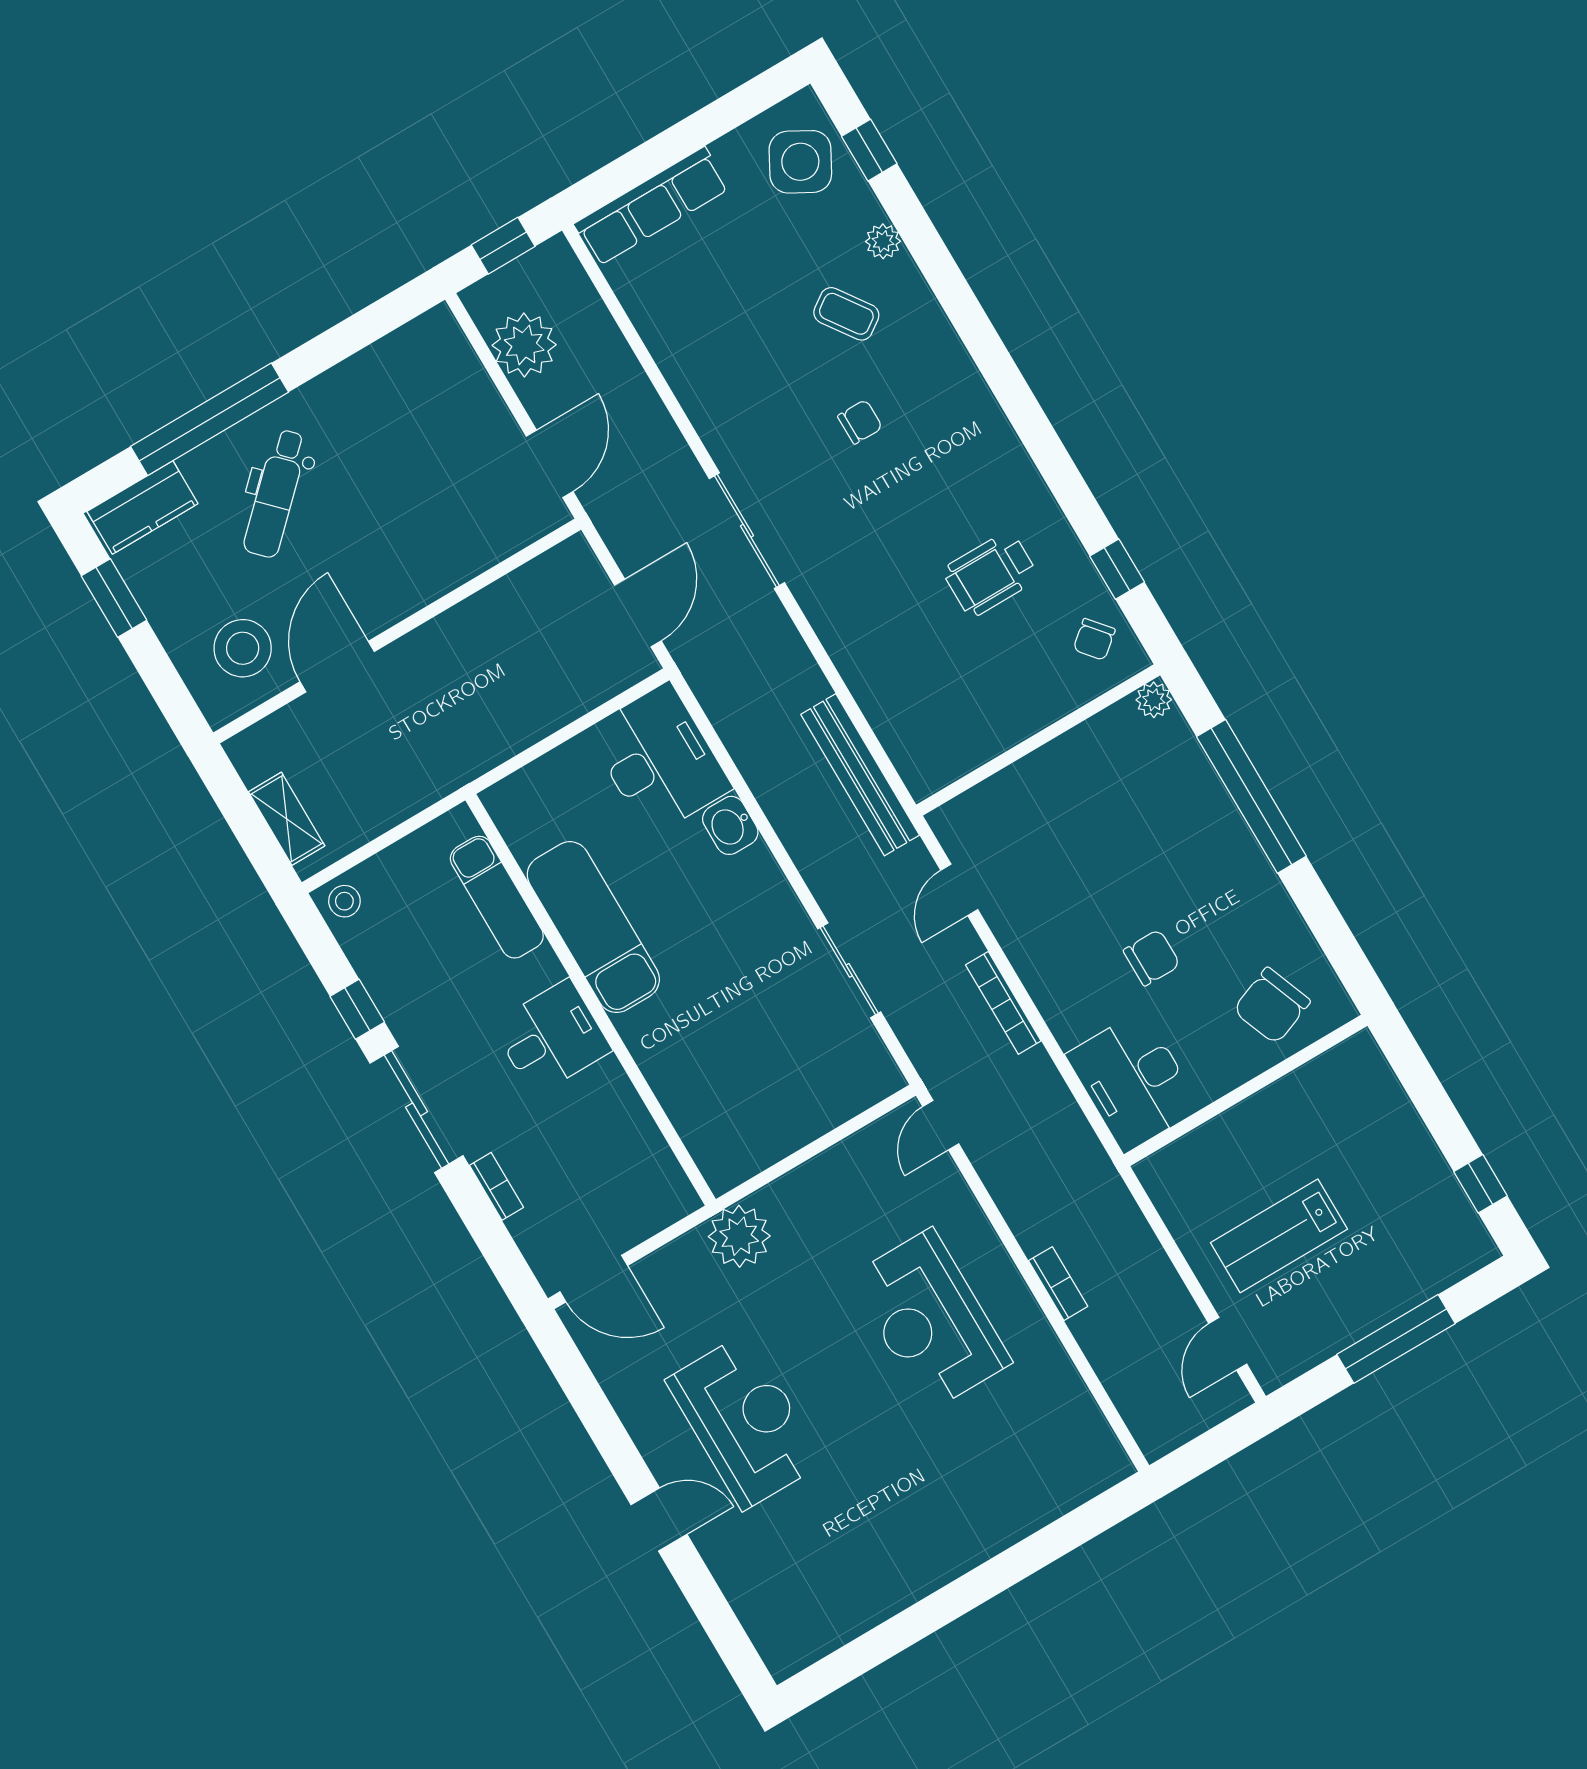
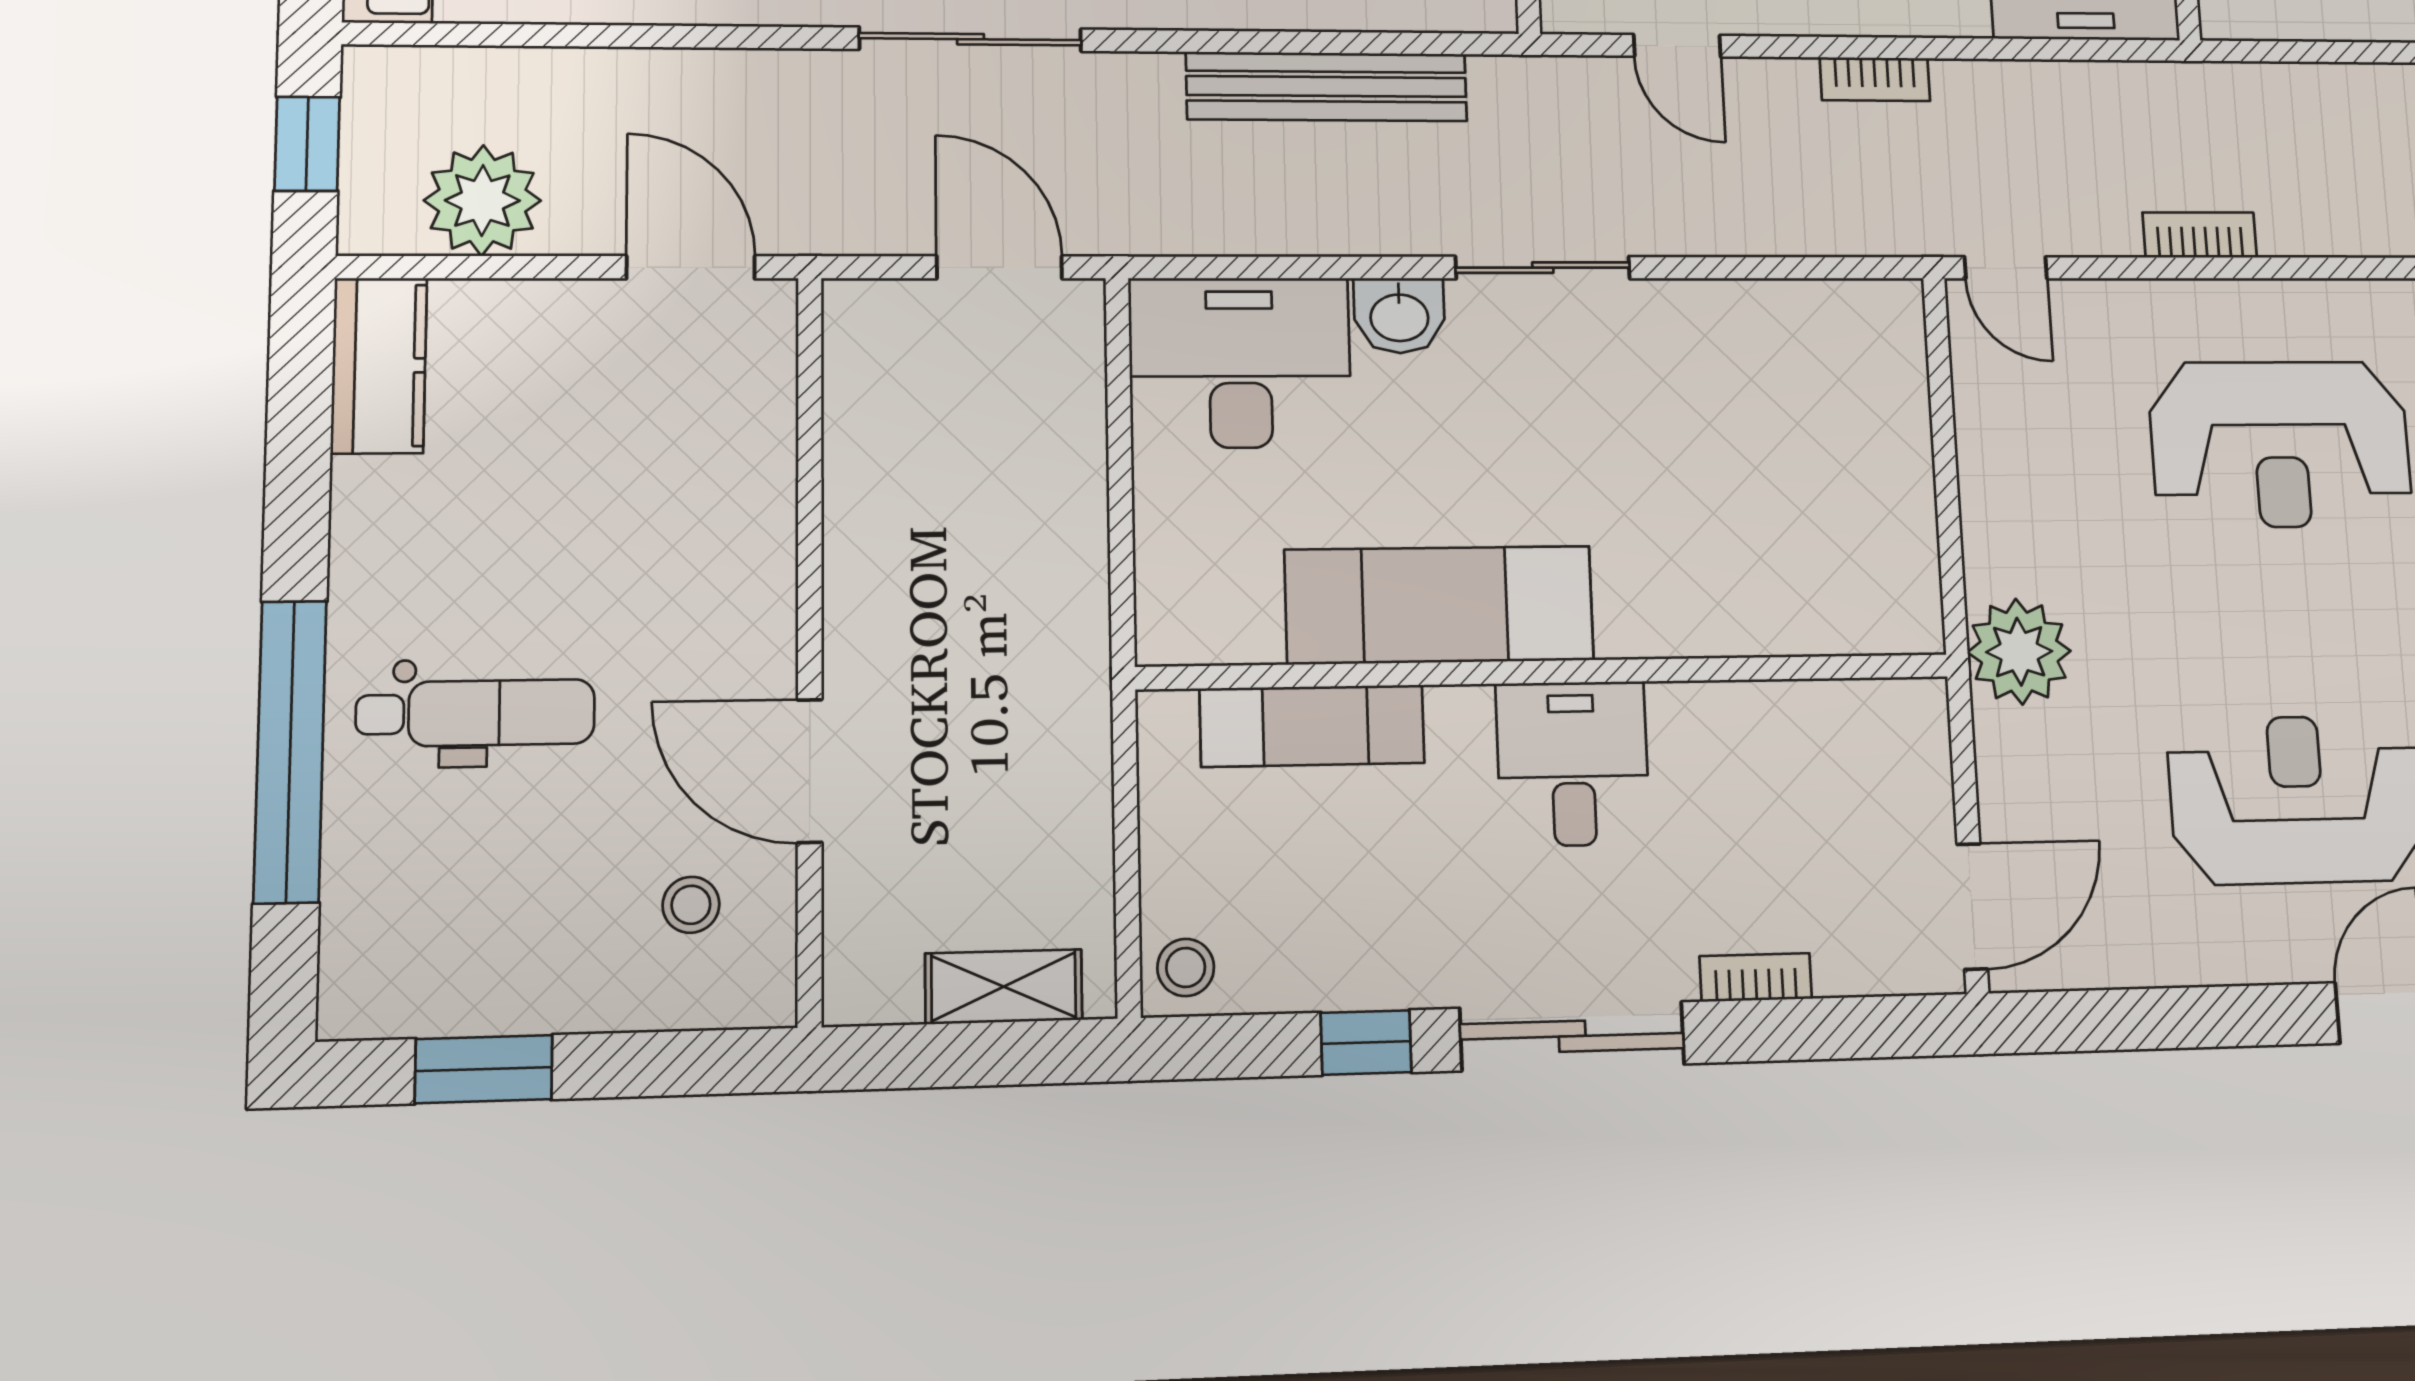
dental chair: (276, 494) -> (476, 713), turned -46
kitchen counter: (143, 508) -> (379, 365), moved
stool: (243, 648) -> (691, 905), width x0.53, depth x0.53
bench: (860, 775) -> (1327, 87), moved
sliding door: (849, 970) -> (1543, 268), moved
bookcase: (1003, 1003) -> (1875, 79), width x0.64
bookcase: (1058, 1284) -> (2200, 235), moved

